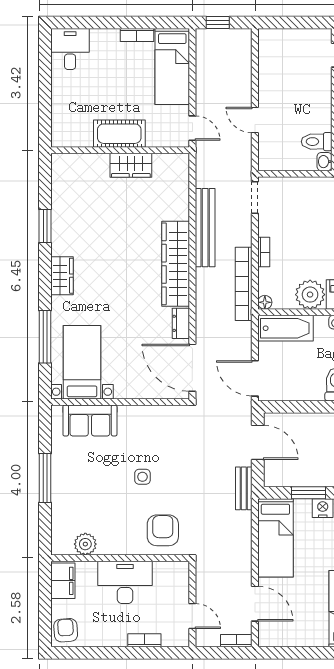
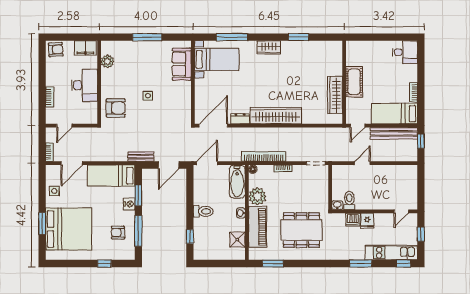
wardrobe: (131, 165) -> (335, 95), width x1.50
bench: (205, 228) -> (394, 133), moved
side table: (301, 633) -> (54, 191), added

